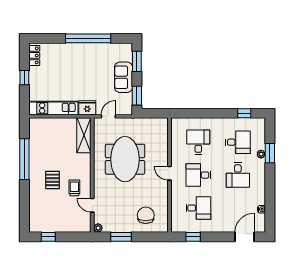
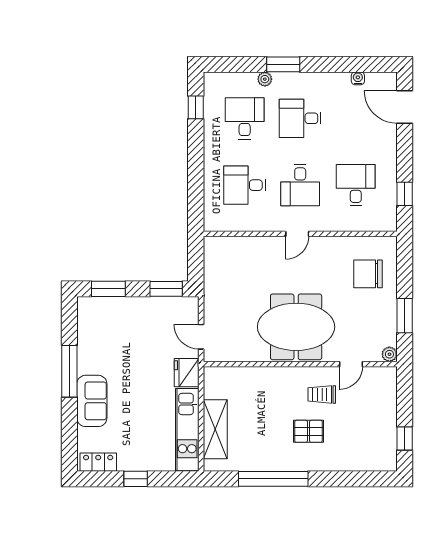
window: (88, 38) -> (69, 371), width x0.68
sofa: (123, 77) -> (92, 401), moved, turned -90
shelving: (84, 135) -> (215, 429), moved, turned 90
window: (270, 153) -> (283, 64), moved
meeting table: (125, 159) -> (296, 327), moved
desk: (238, 175) -> (300, 118), turned 180

